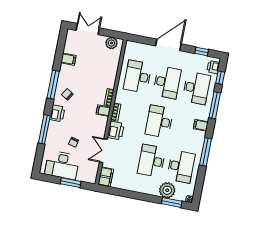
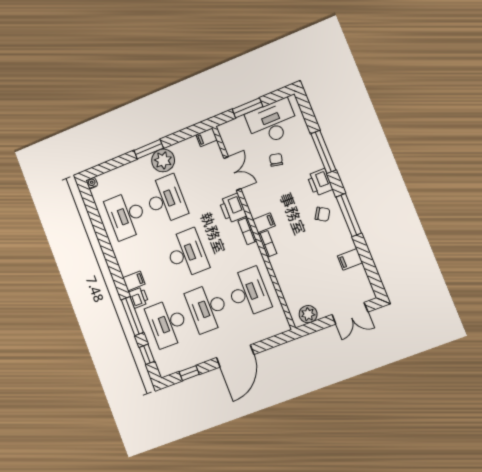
printer: (213, 67) -> (139, 298), moved
window: (206, 152) -> (108, 252), removed
filing cabinet: (106, 177) -> (206, 137), width x0.50
plant: (167, 190) -> (163, 160), moved
window: (172, 202) -> (149, 149), moved

